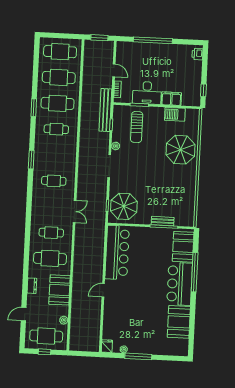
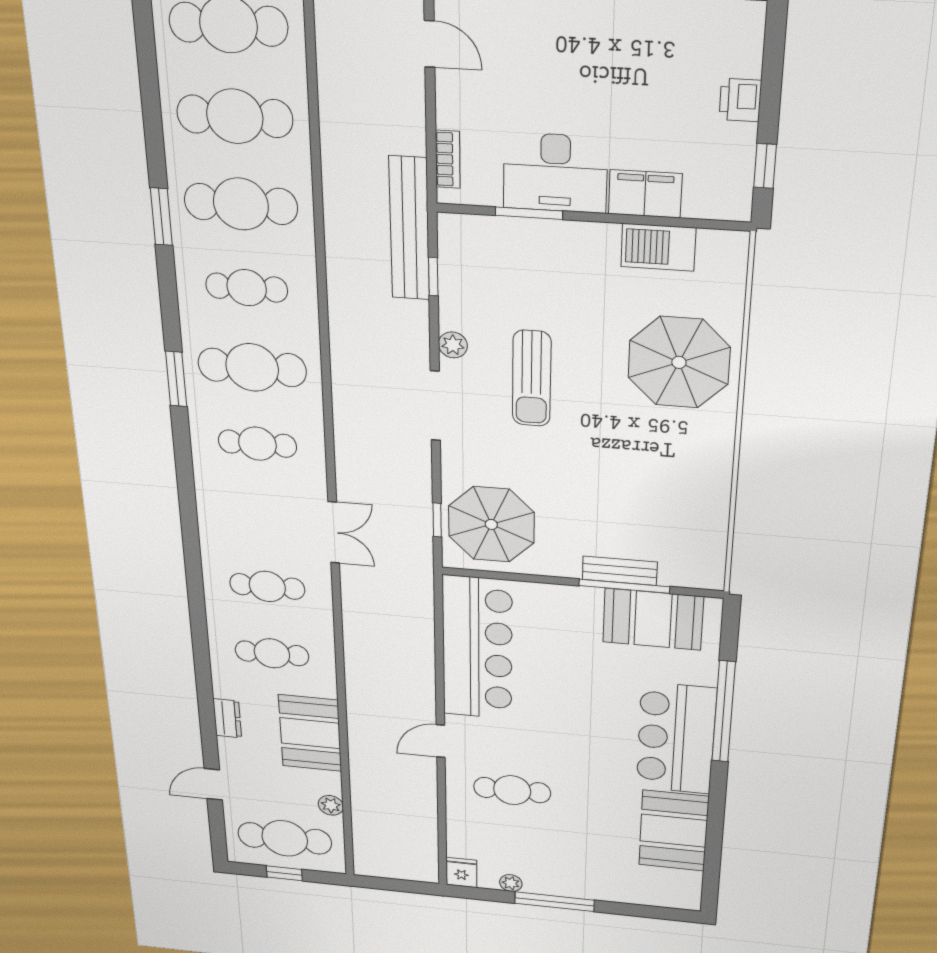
printer: (197, 54) -> (740, 100), moved
door: (114, 70) -> (430, 44), moved
sun lounger: (137, 127) -> (532, 379), moved
cafe table: (55, 155) -> (252, 367), added
booth: (183, 247) -> (653, 619), moved, turned 90
cafe table: (50, 258) -> (272, 653), width x0.73, depth x0.74
cafe table: (126, 309) -> (512, 790), added

